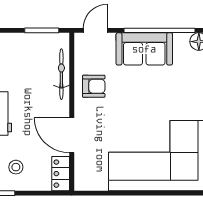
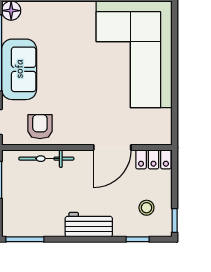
armchair: (94, 86) -> (40, 127), moved

